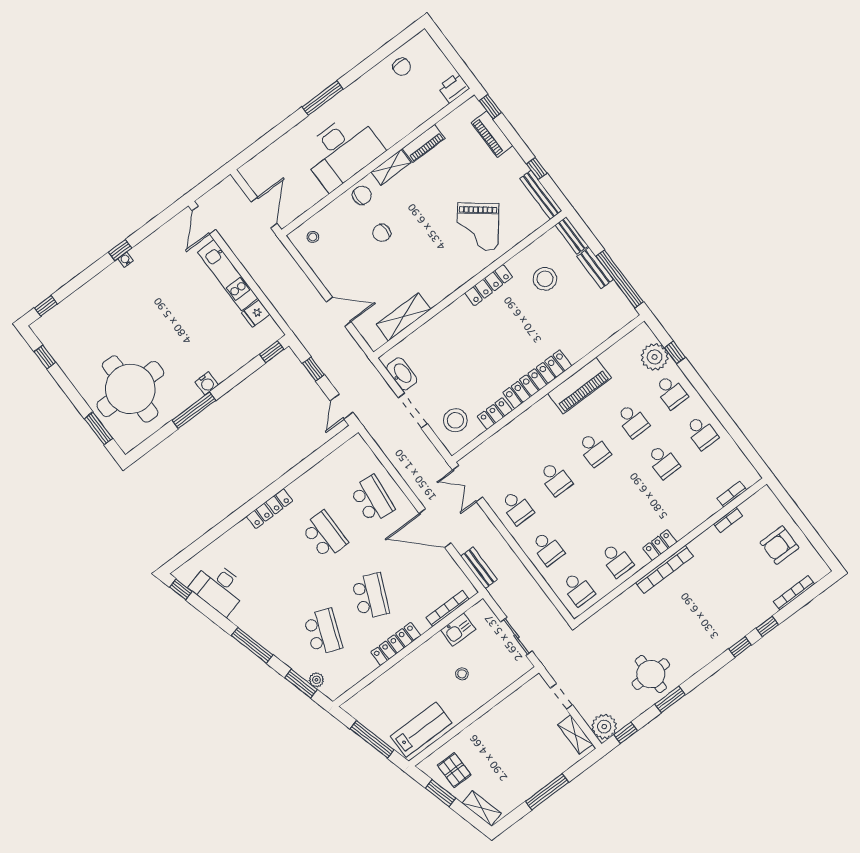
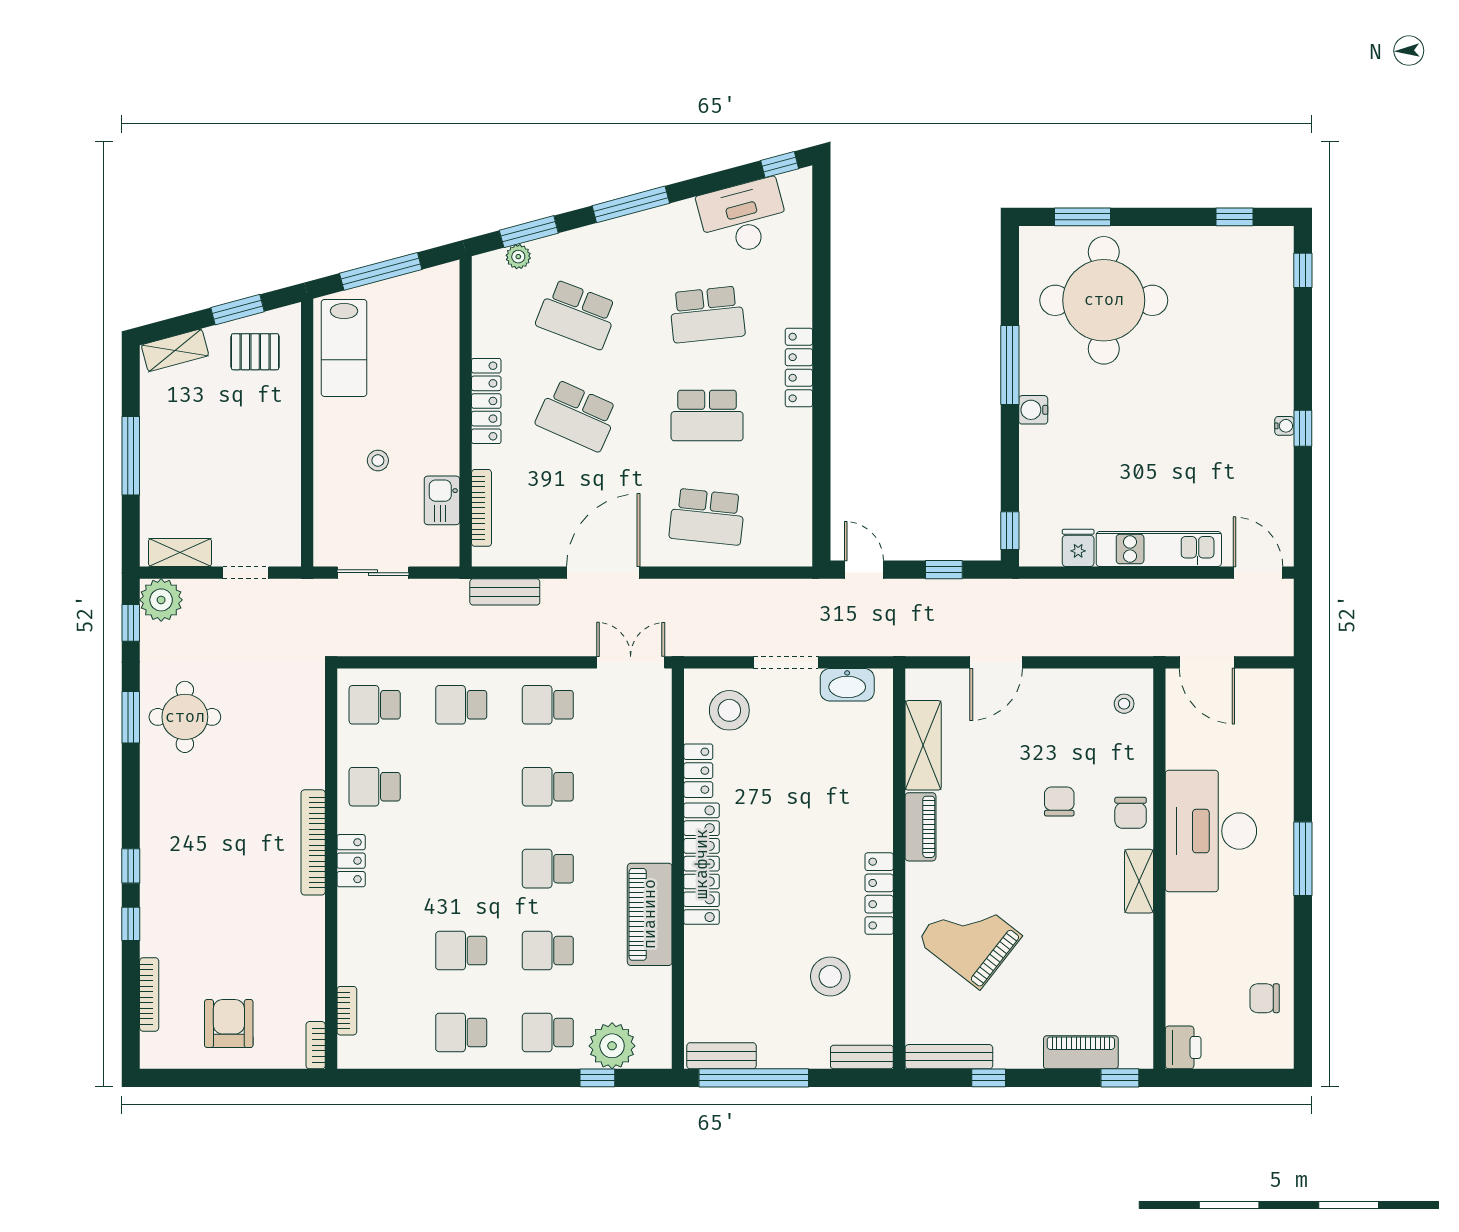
piano: (424, 143) -> (920, 827), moved, turned 180
bench: (595, 268) -> (721, 1056), moved
bookcase: (728, 520) -> (316, 1045), moved
school desk: (277, 571) -> (707, 314), added

